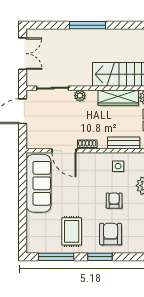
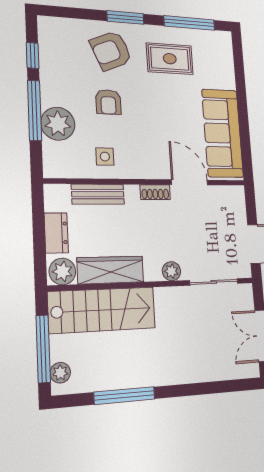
window: (87, 25) -> (124, 396), moved
rug: (72, 231) -> (170, 59), turned 90
armchair: (111, 234) -> (111, 51), turned 67

